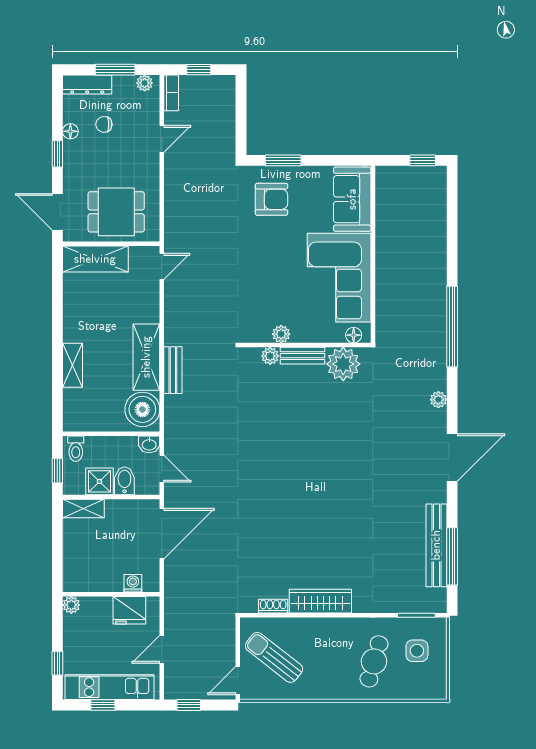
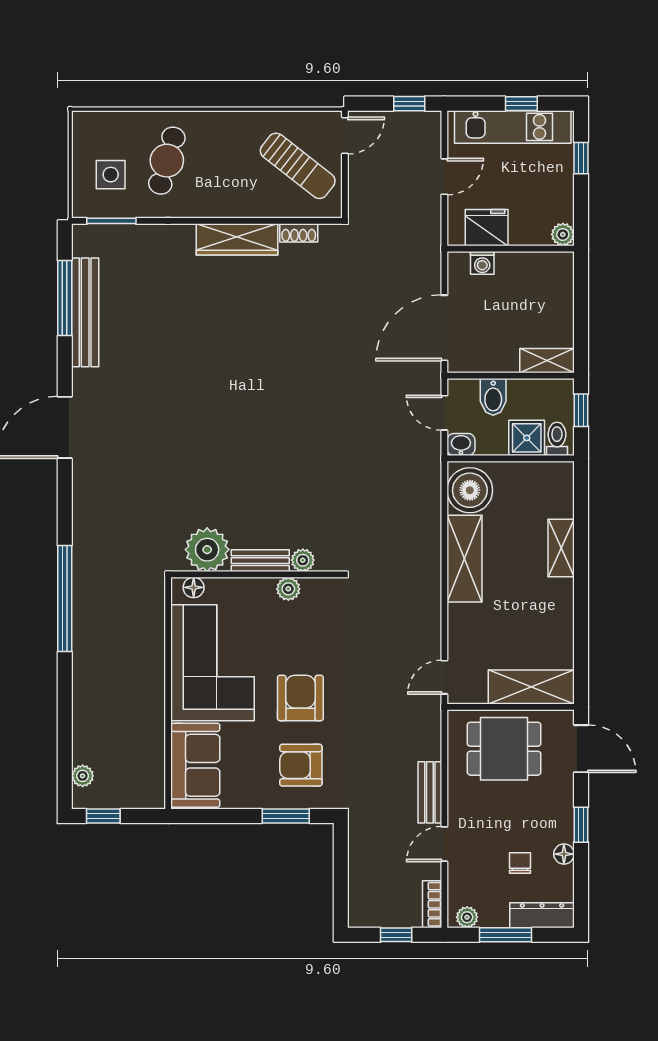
chair: (104, 124) -> (520, 863), turned -90
armchair: (272, 251) -> (300, 698), added
bench: (173, 370) -> (430, 792), moved
plant: (438, 400) -> (83, 776), moved
shower: (99, 481) -> (527, 438), moved

